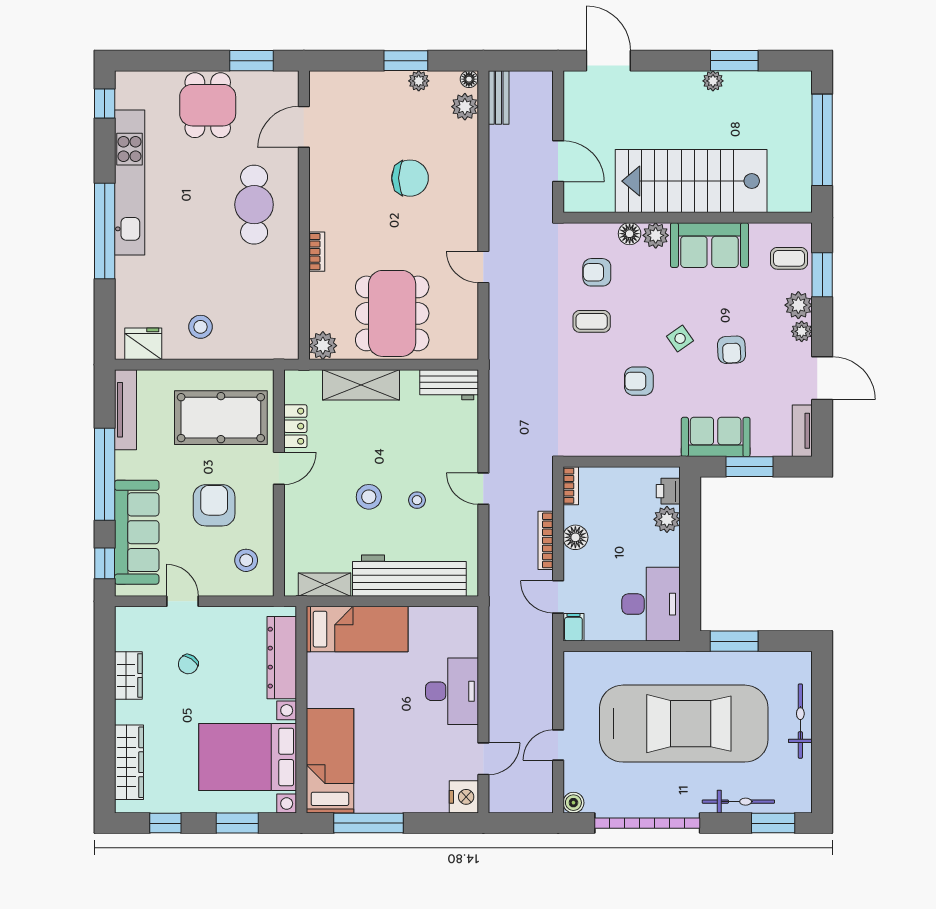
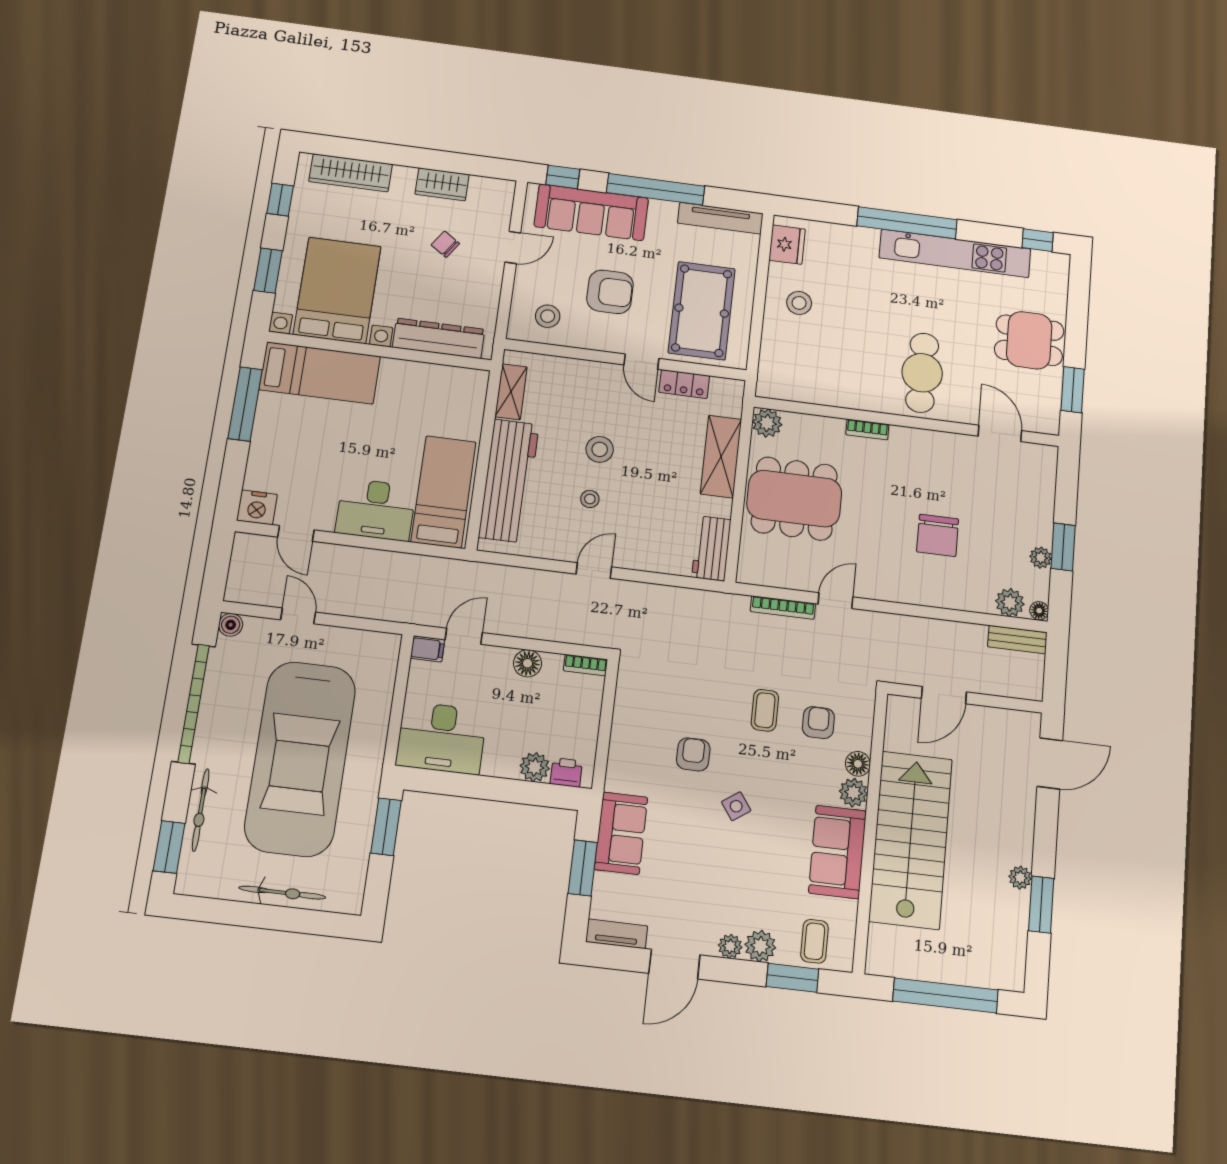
cafe table: (254, 205) -> (922, 373), turned 90
armchair: (732, 350) -> (718, 863), removed
bookcase: (546, 540) -> (783, 608), moved, turned 180
bed: (357, 629) -> (444, 492), moved, turned 180

